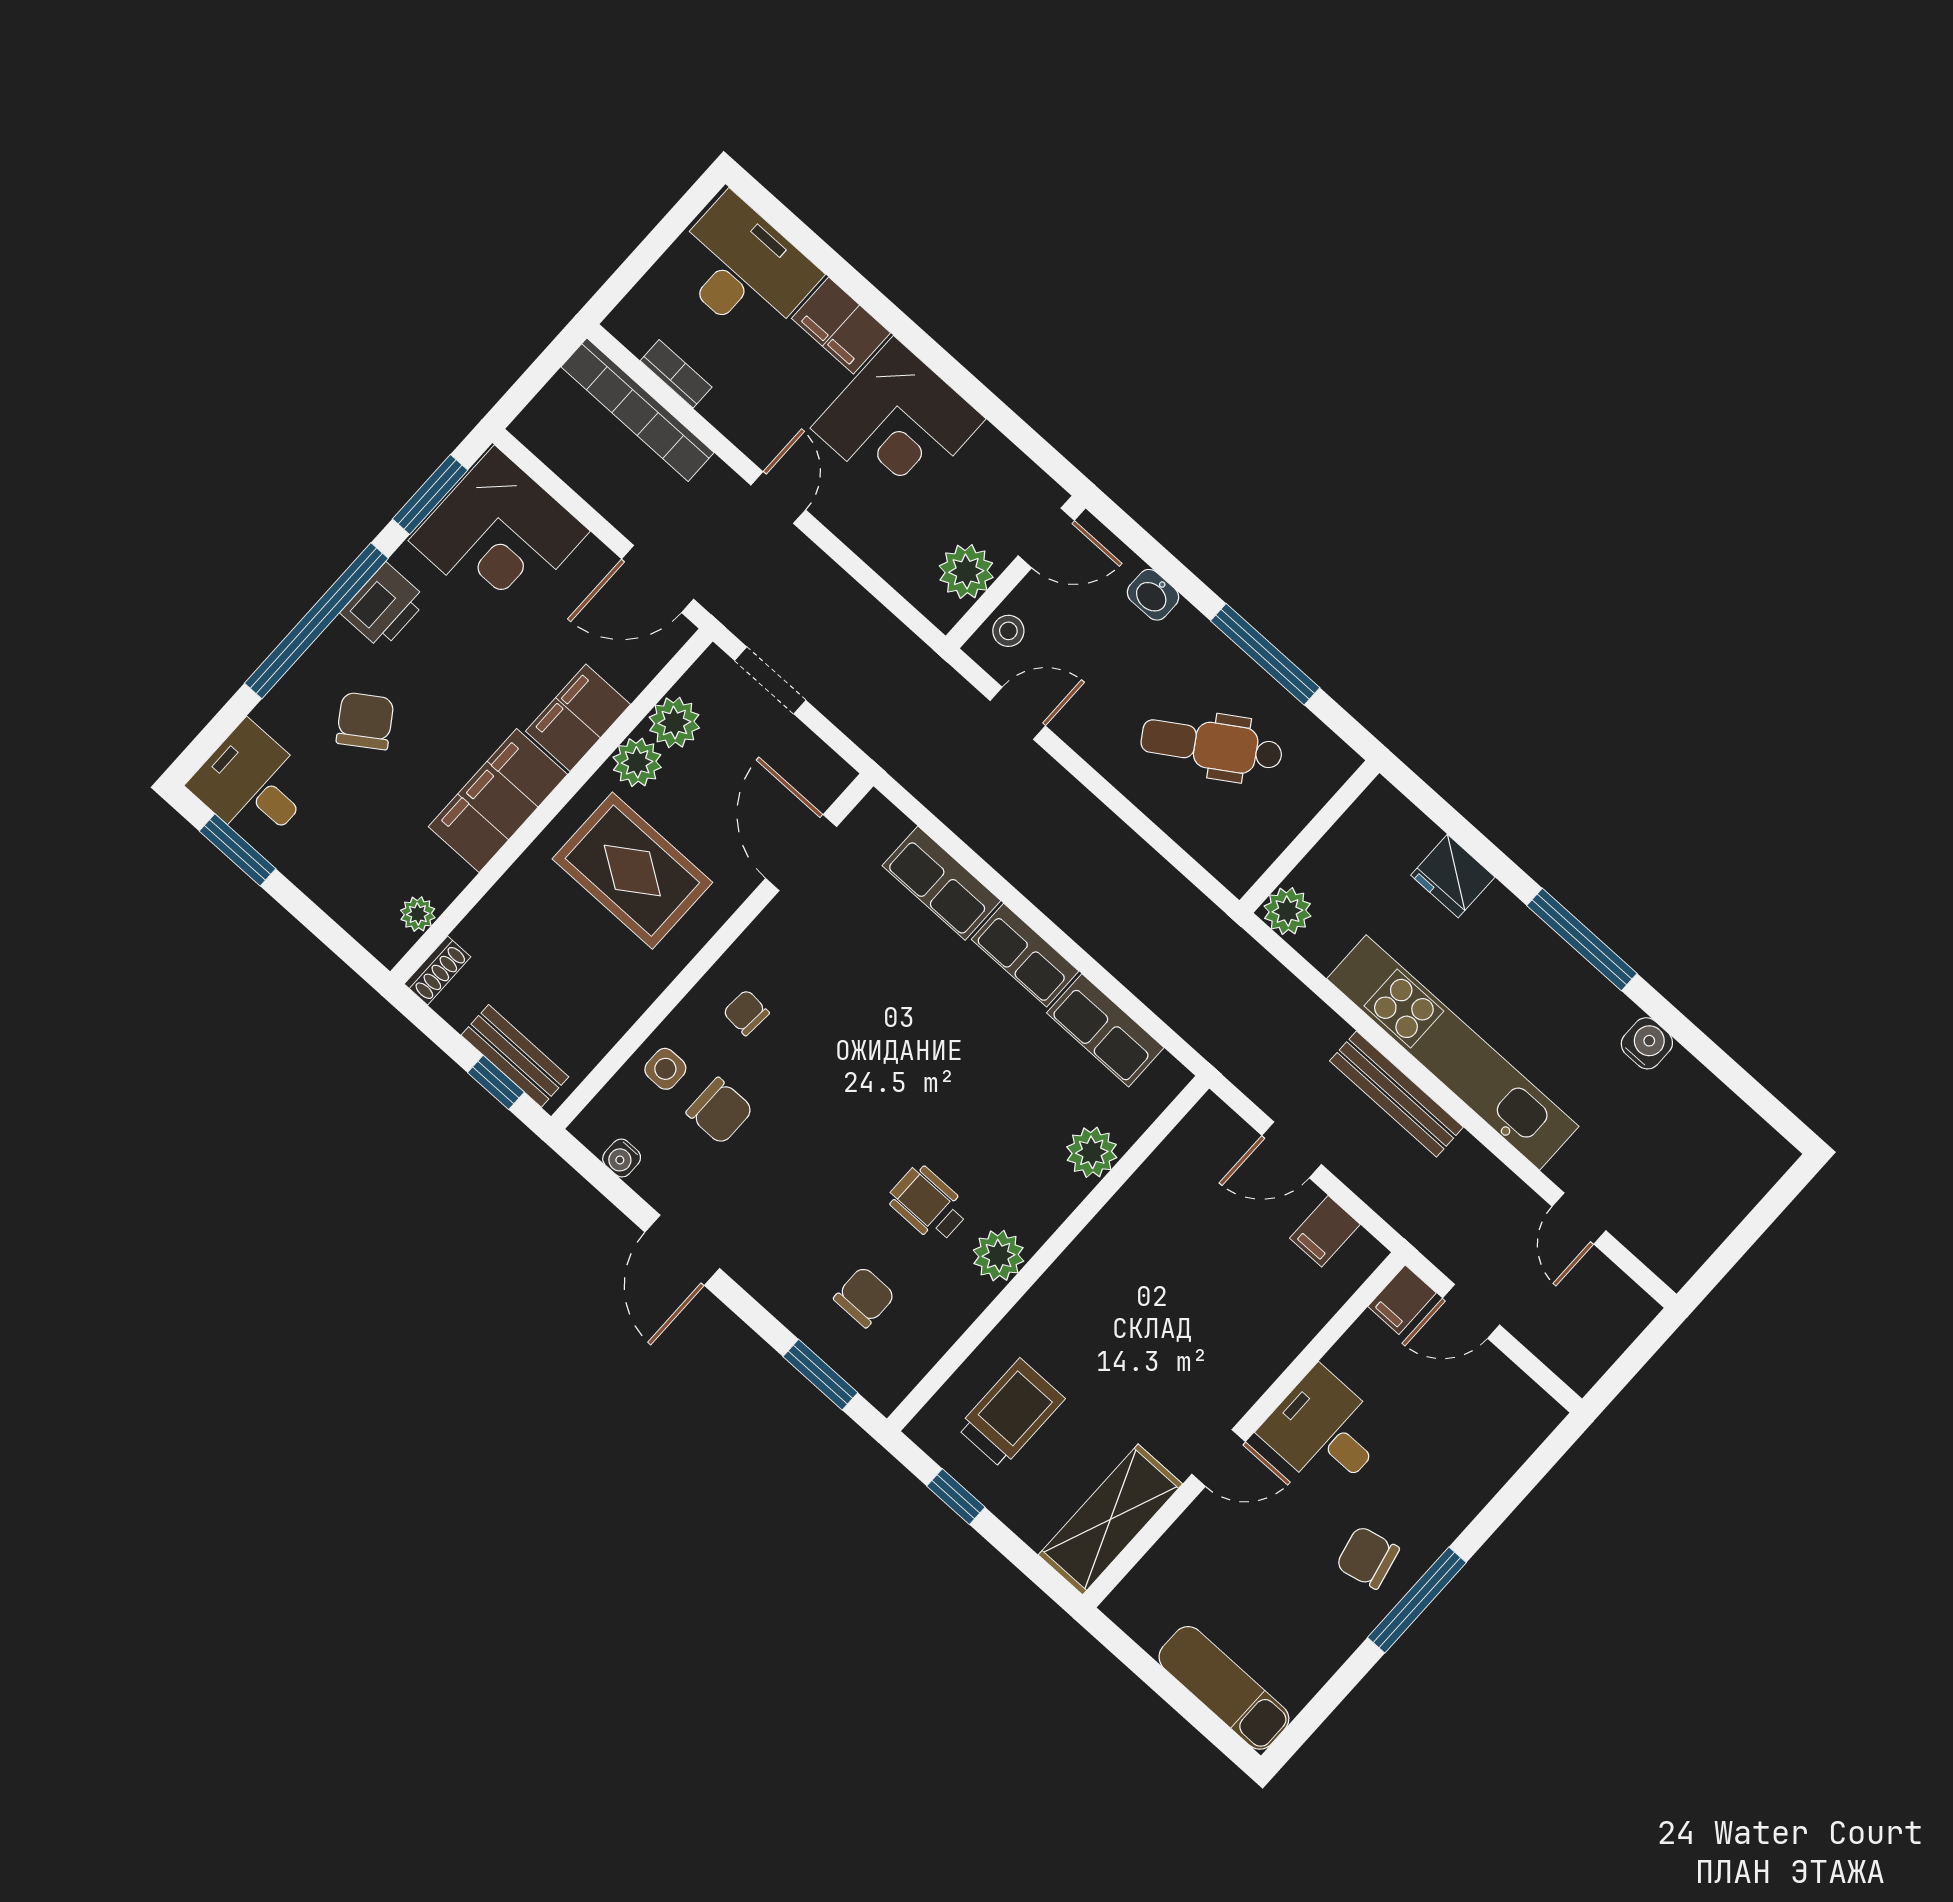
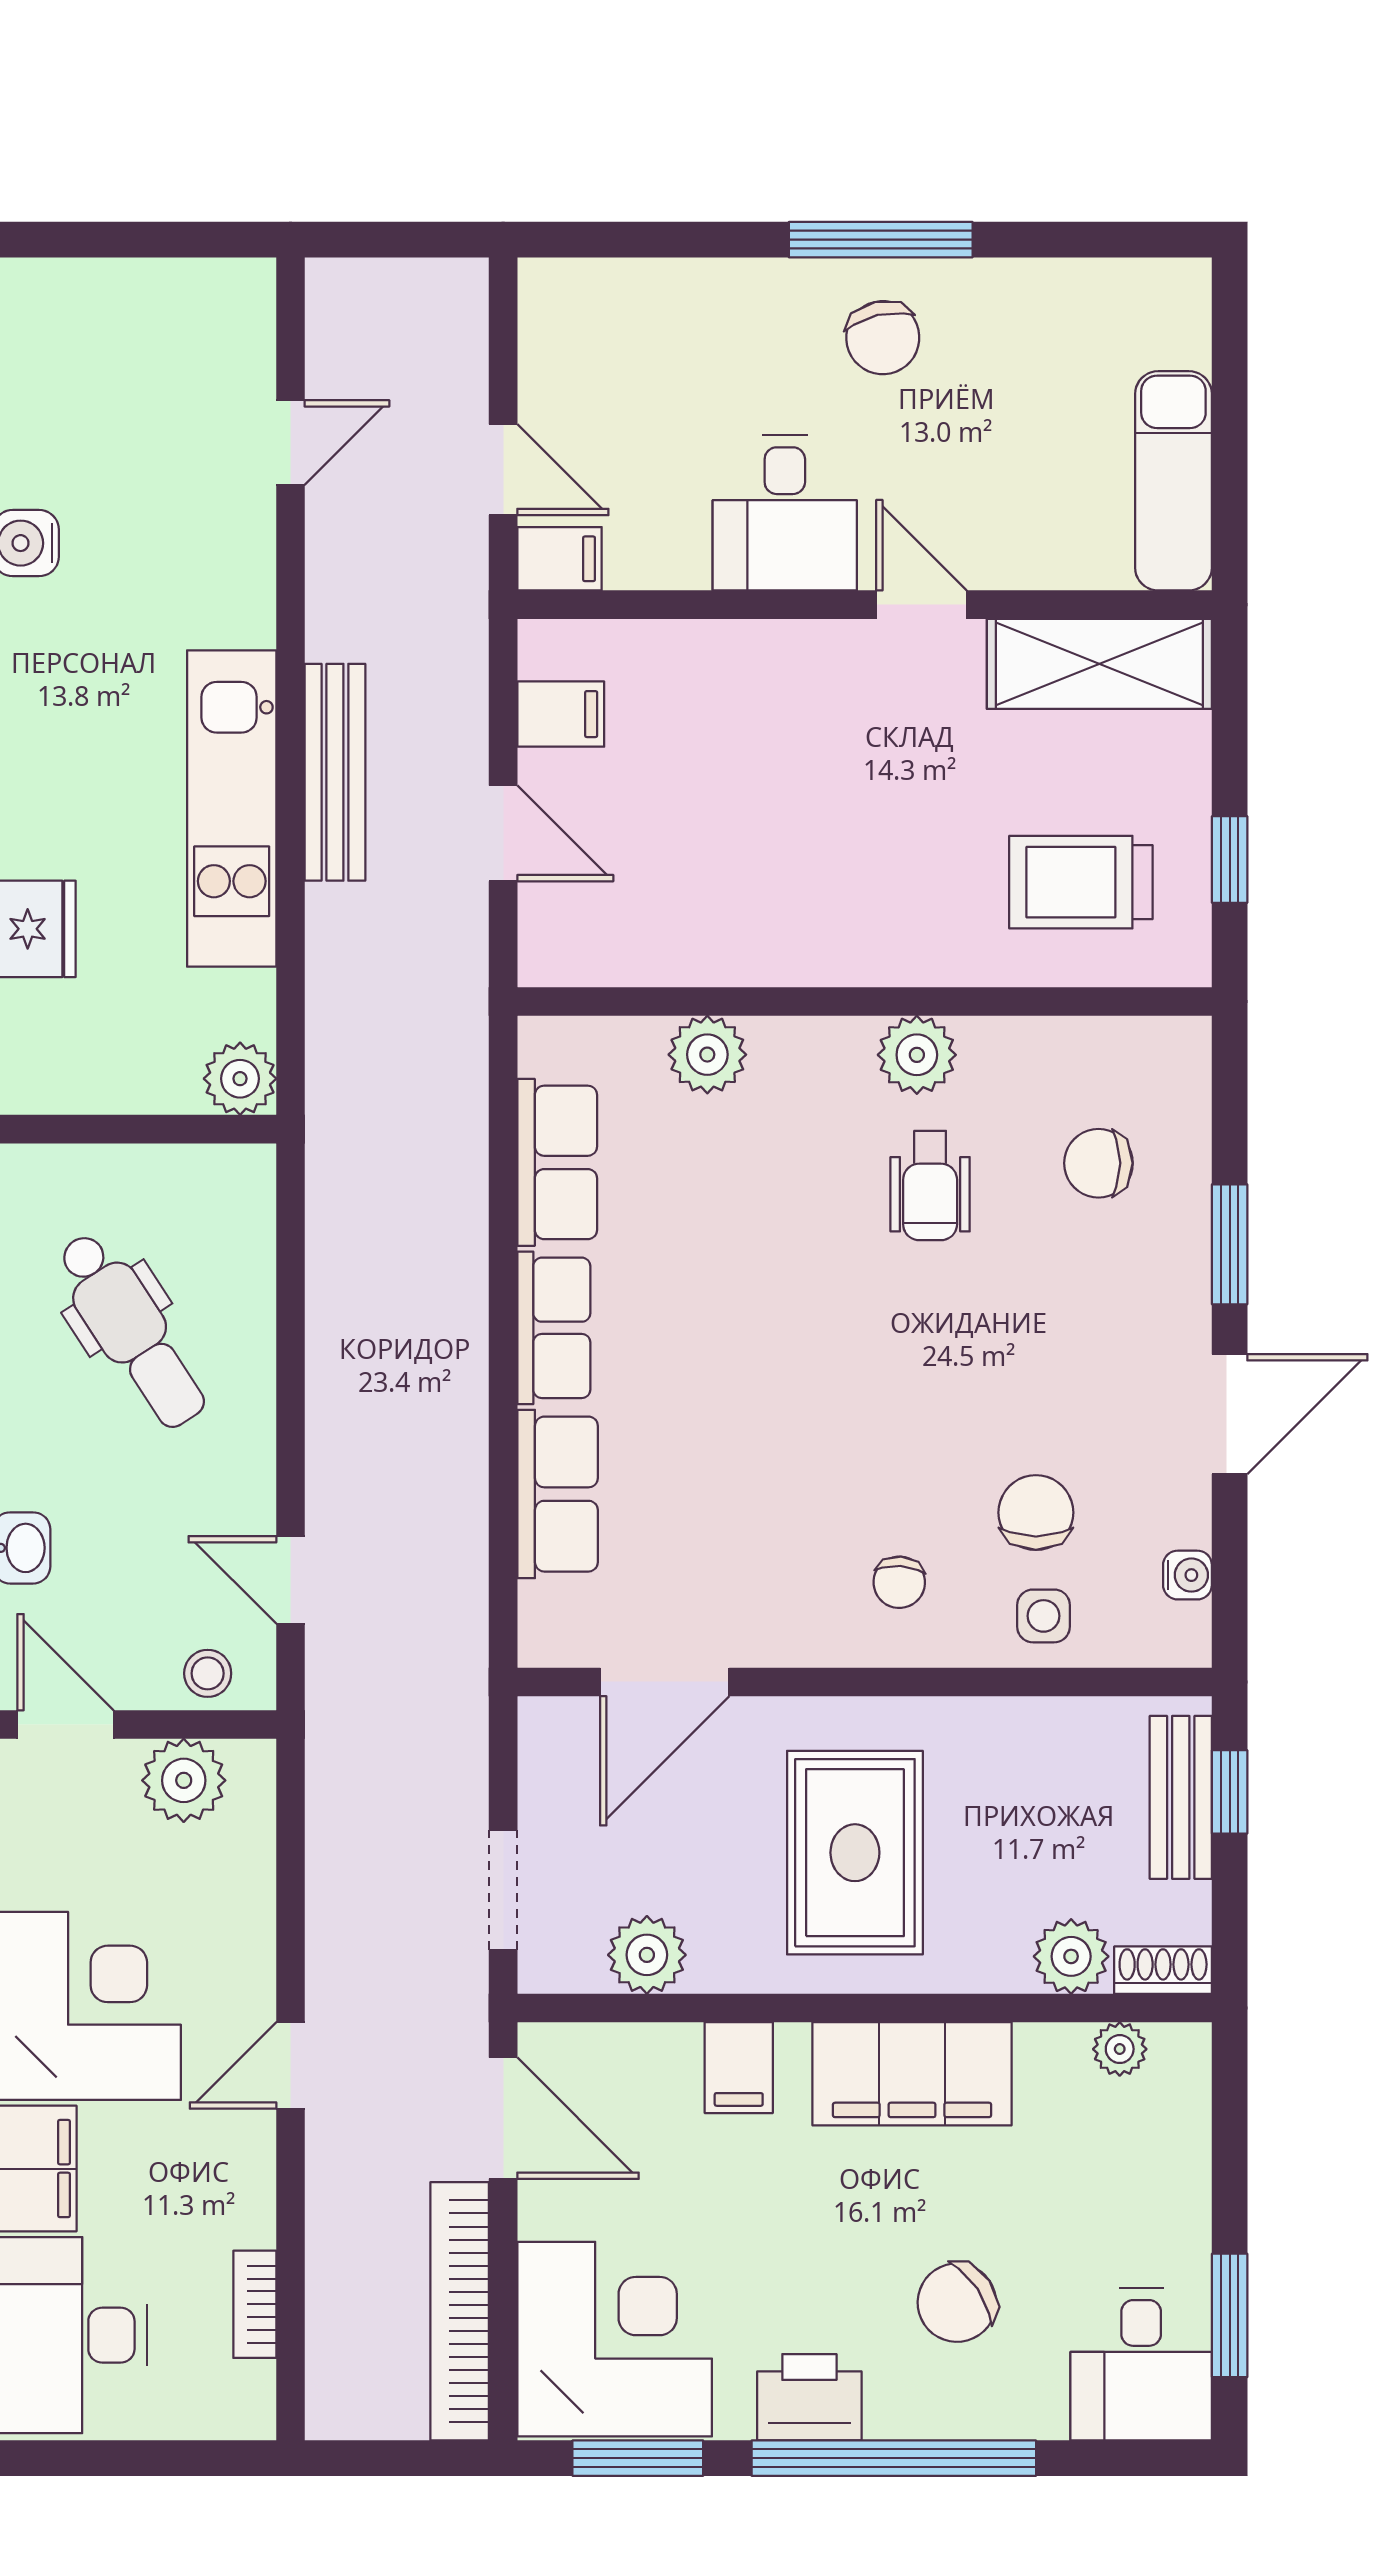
bookcase: (638, 410) -> (460, 2311), moved, turned 180
filing cabinet: (578, 718) -> (739, 2068), width x0.50
plant: (637, 762) -> (1071, 1956), moved
kitchen unit: (1453, 1053) -> (232, 808), width x0.73
window: (820, 1375) -> (1230, 1244), moved
exam couch: (1224, 1688) -> (1173, 481), moved

